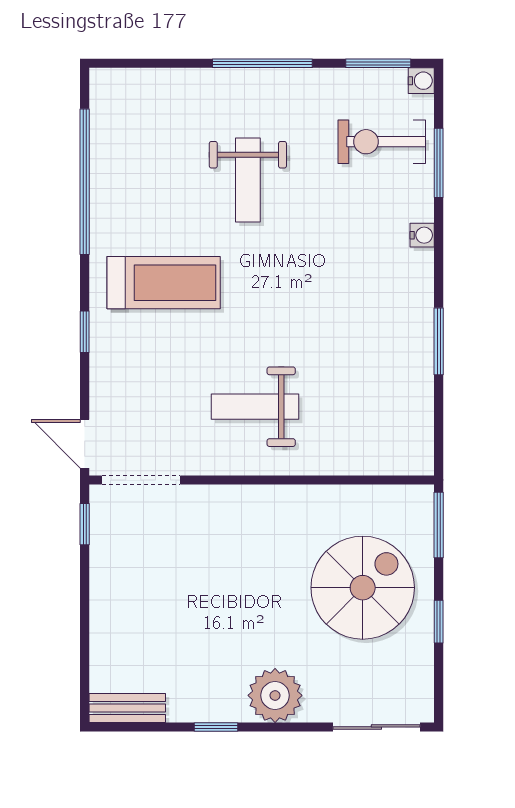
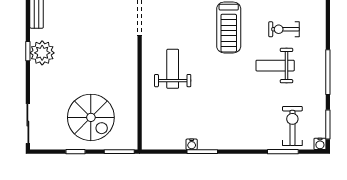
exercise bike: (167, 160) -> (284, 29), added
water cooler: (422, 235) -> (192, 144), moved
plant: (275, 695) -> (42, 53), moved

